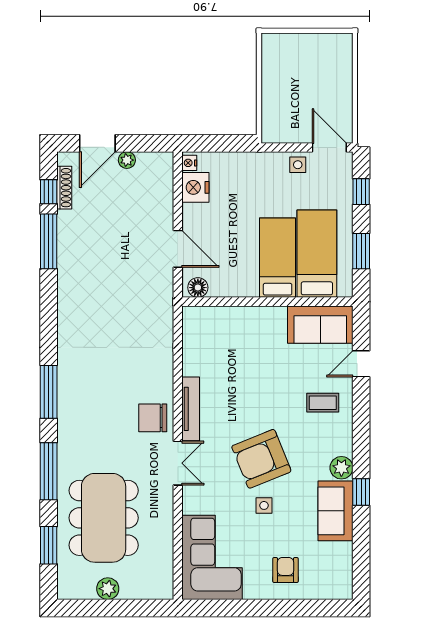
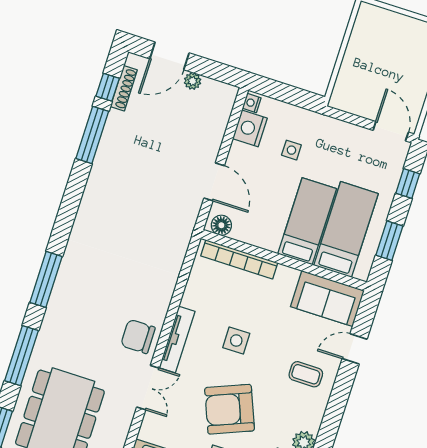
side table: (298, 165) -> (291, 150), moved
bookcase: (225, 314) -> (239, 259), added
side table: (247, 392) -> (236, 341), added

